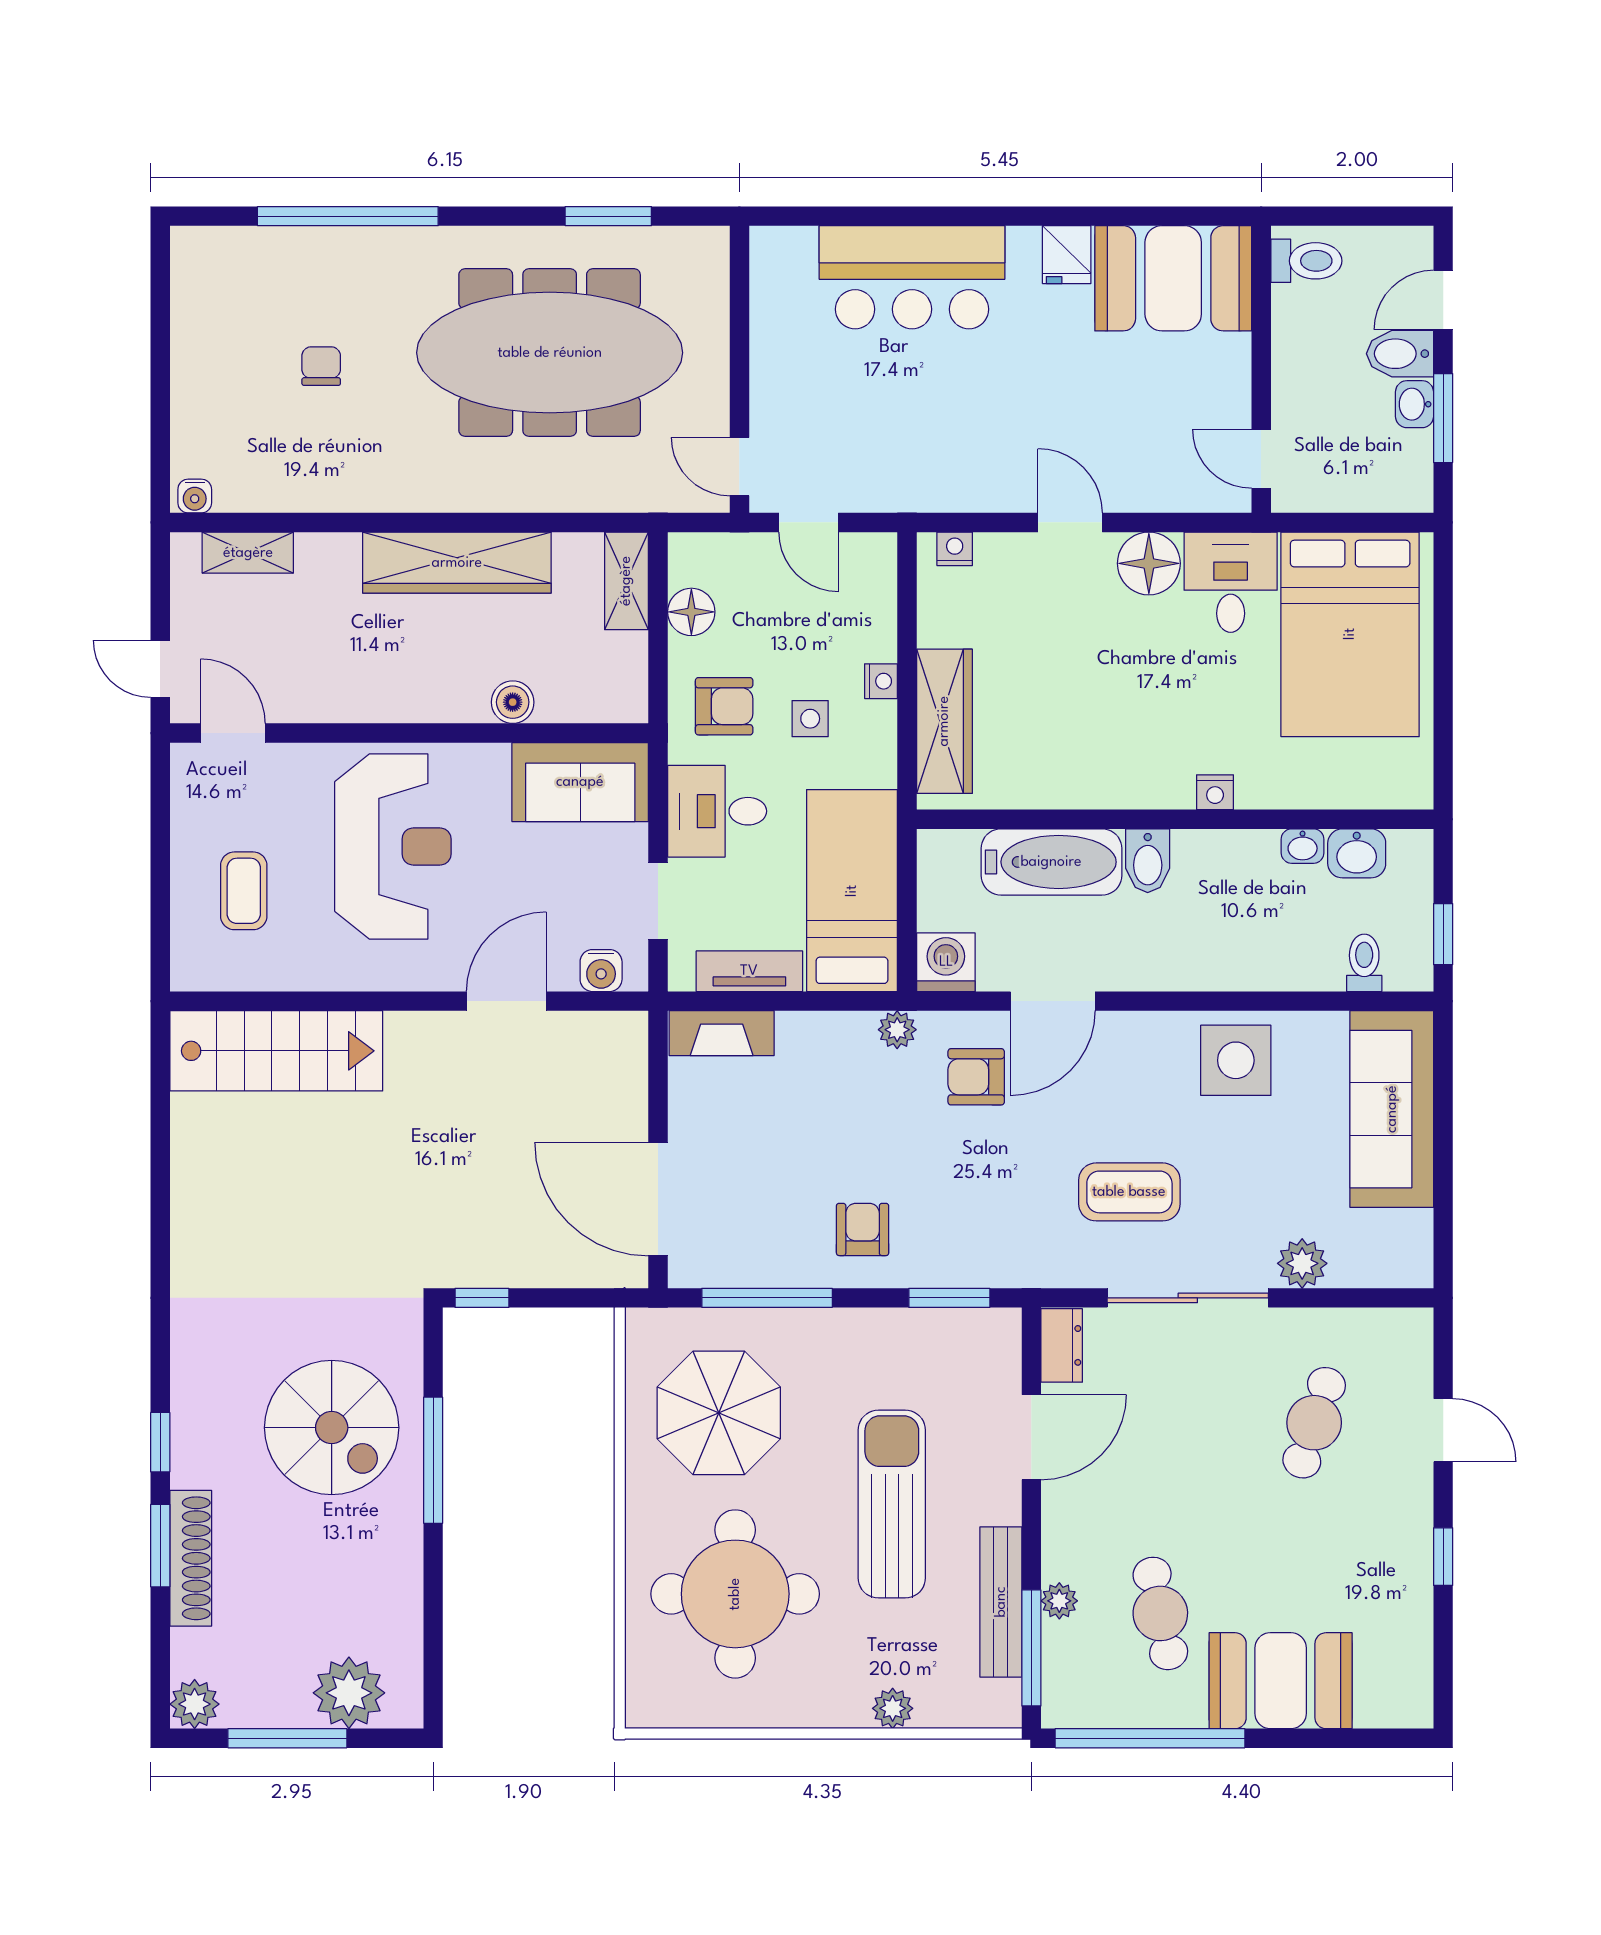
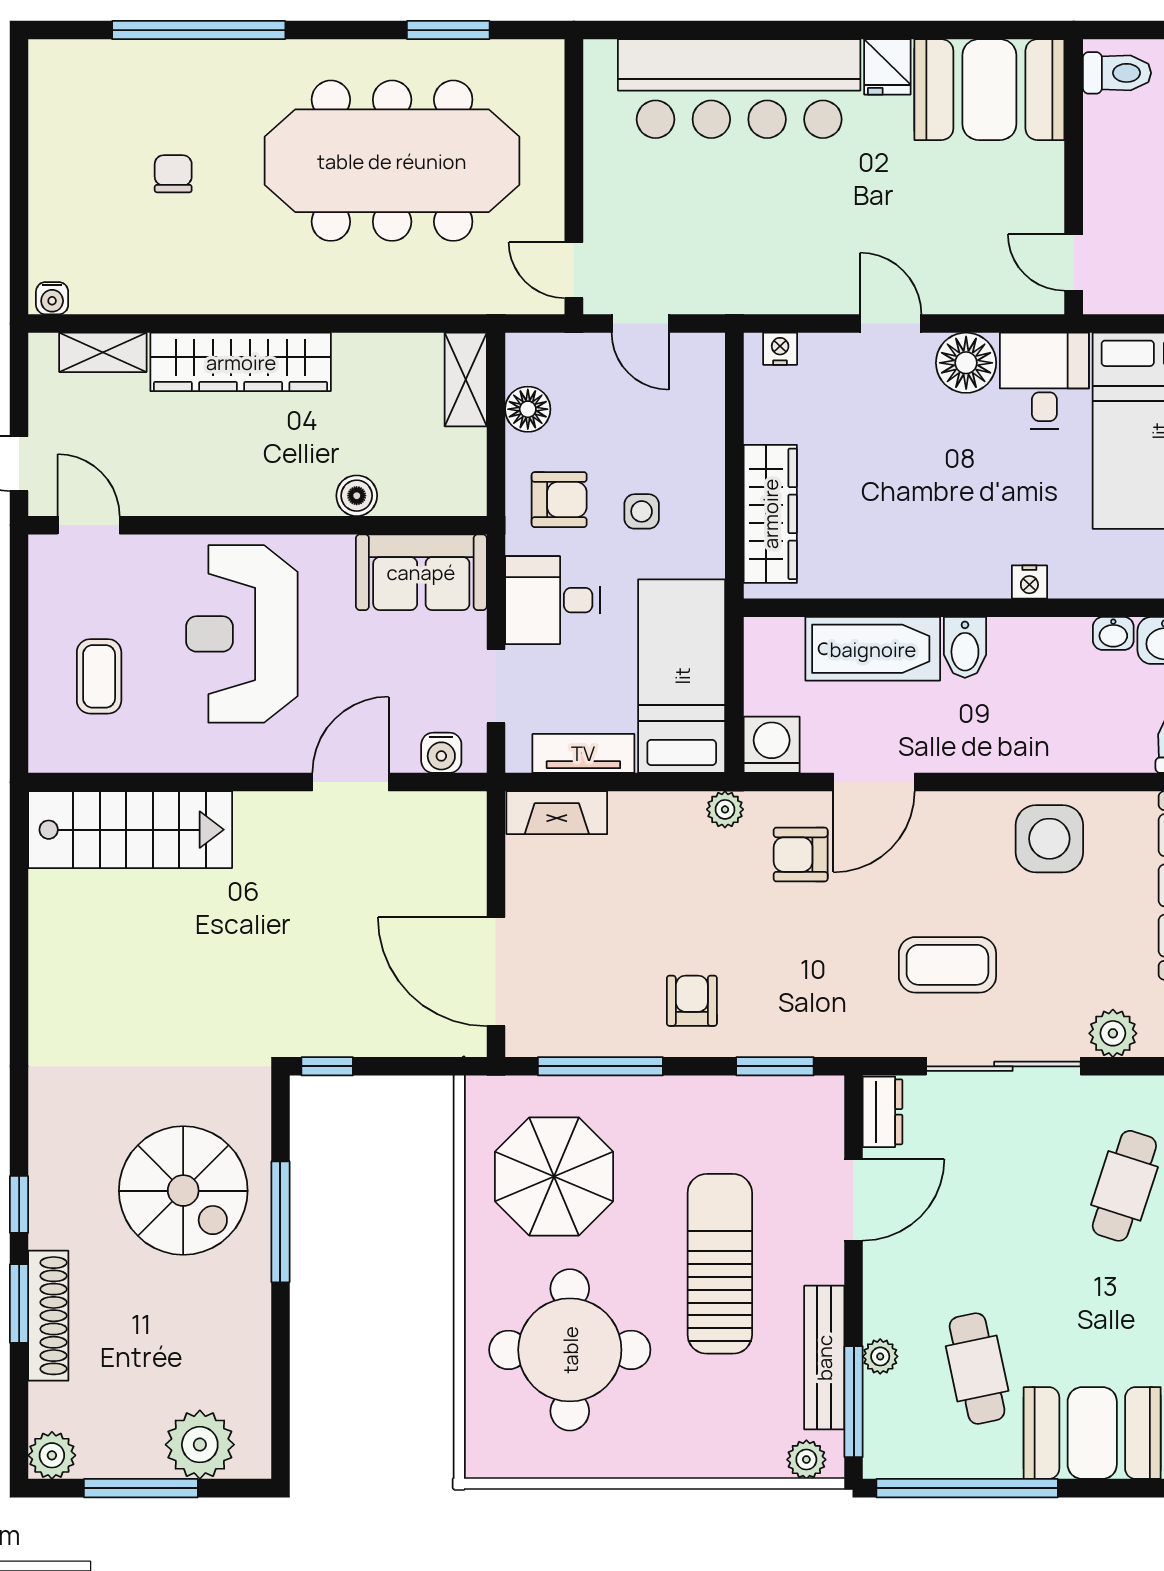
bar counter: (912, 277) -> (739, 89), width x1.36
wardrobe: (457, 563) -> (241, 362), moved
nightstand: (881, 681) -> (709, 476), removed
reception desk: (393, 846) -> (242, 634), turned 180
plant: (893, 1708) -> (806, 1460), moved

